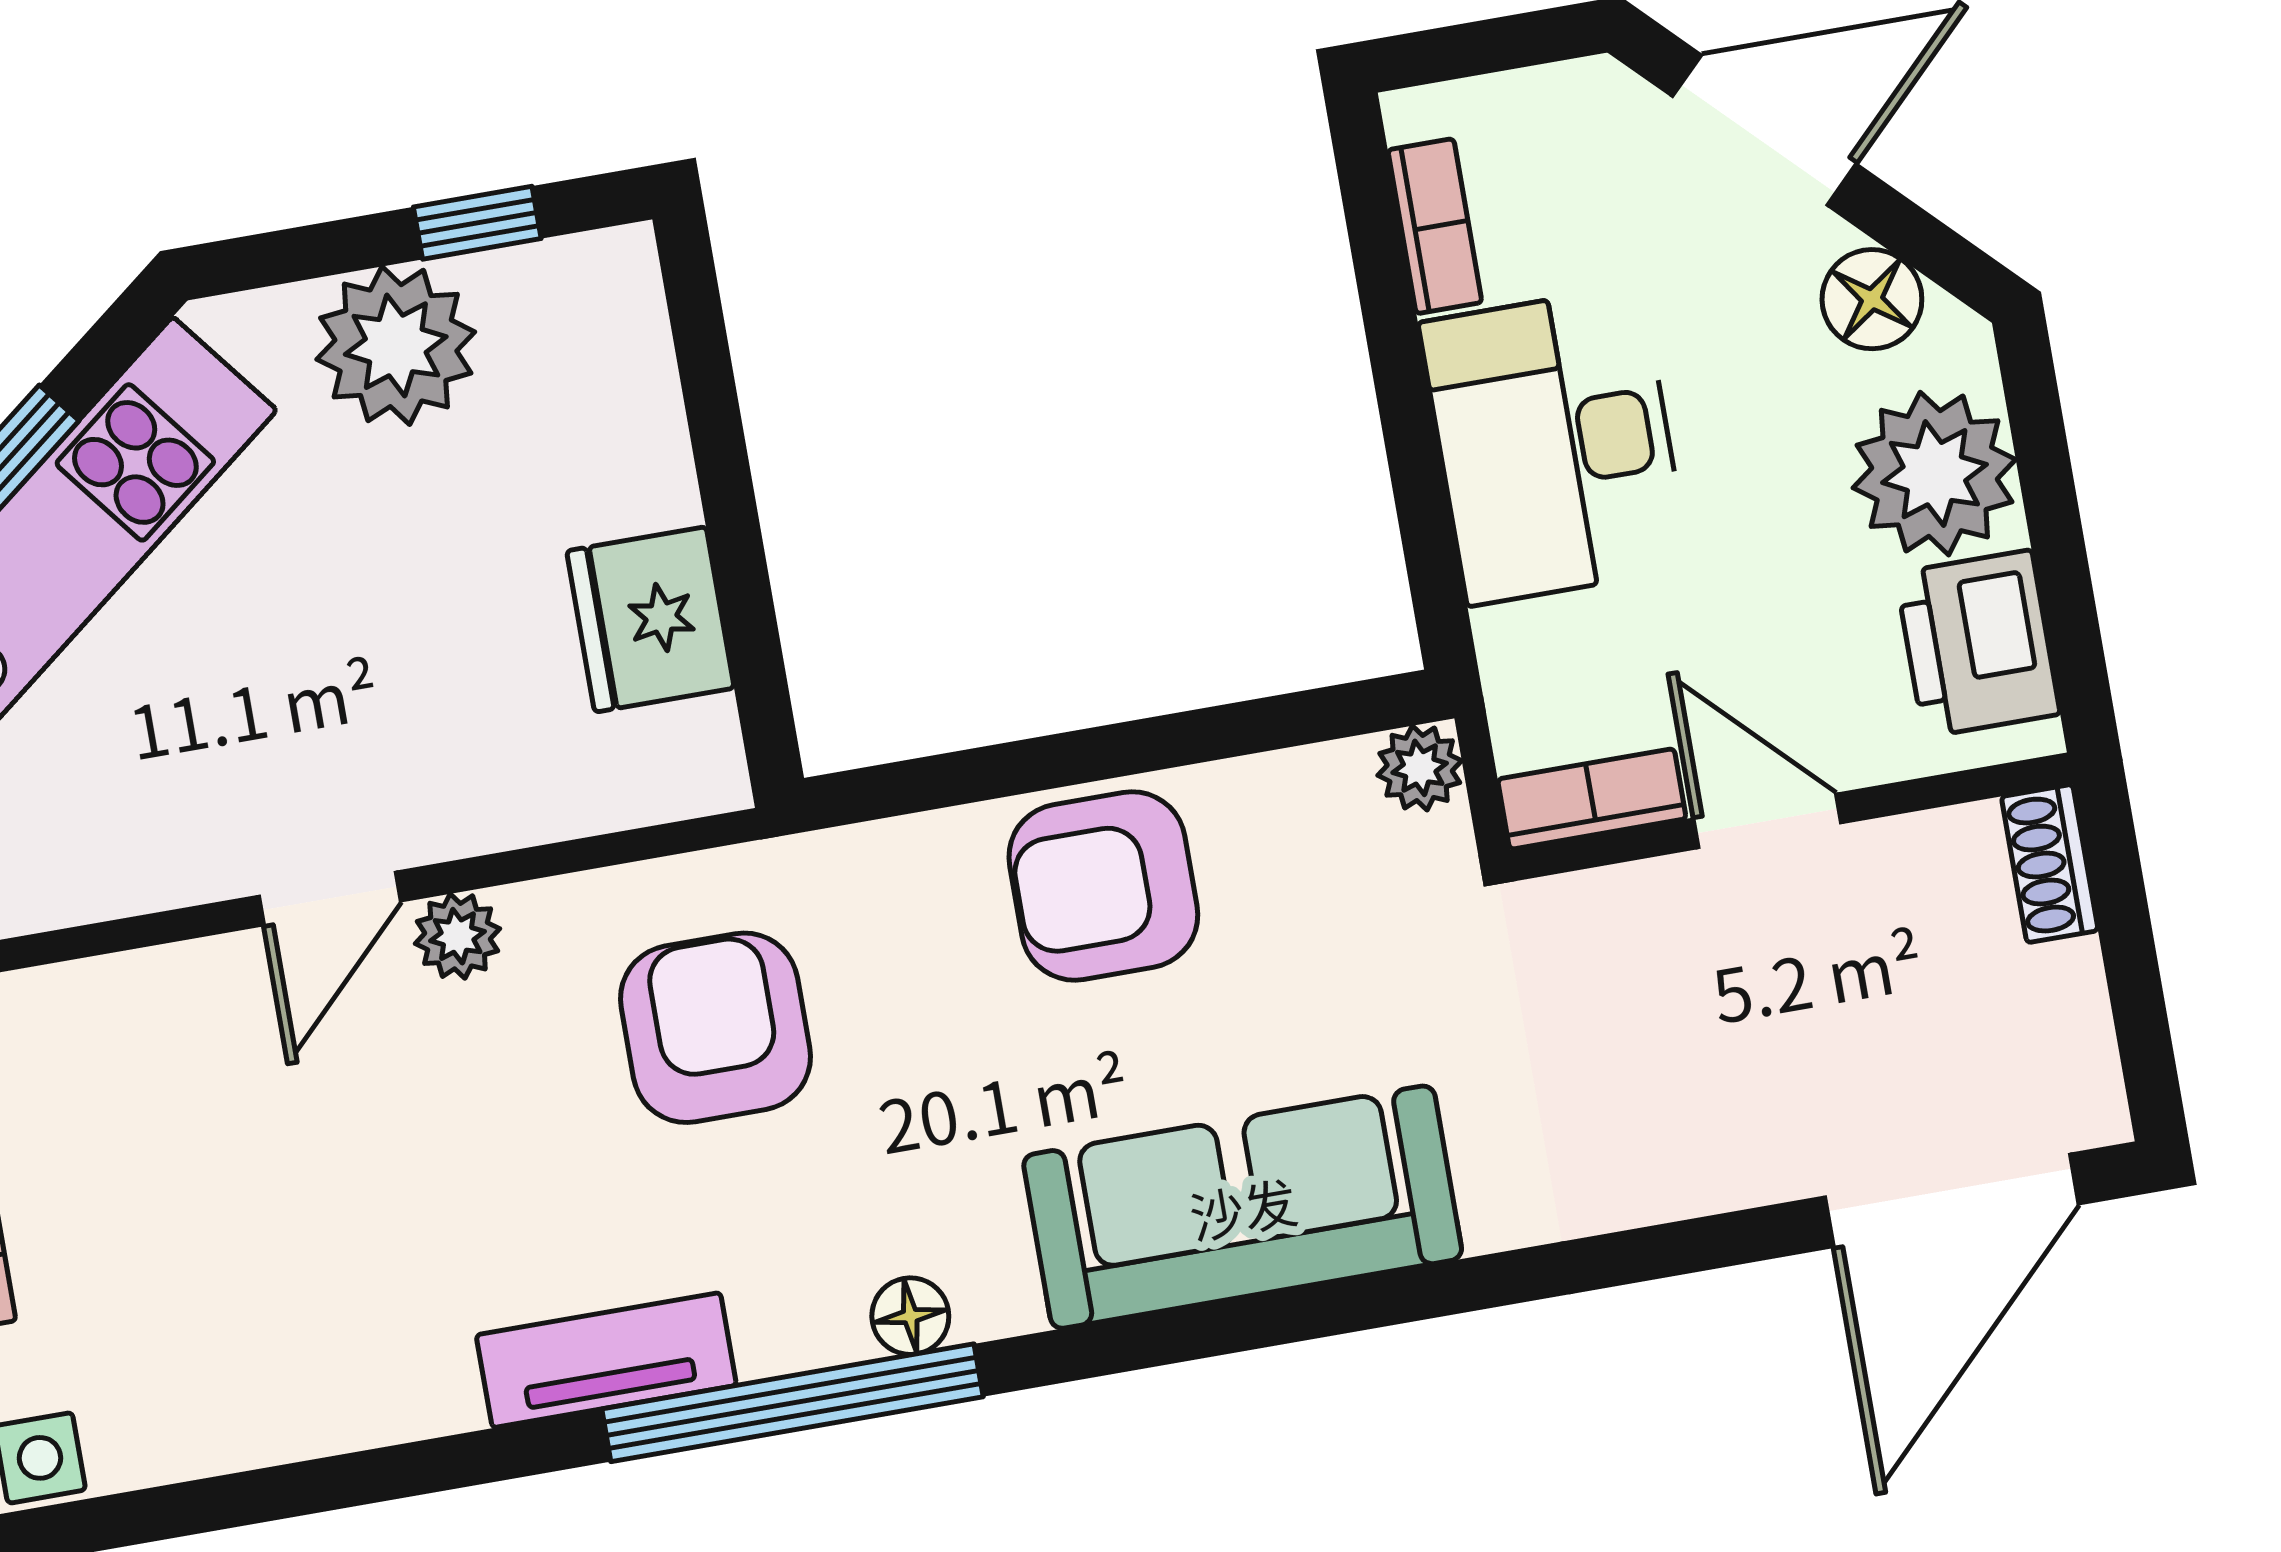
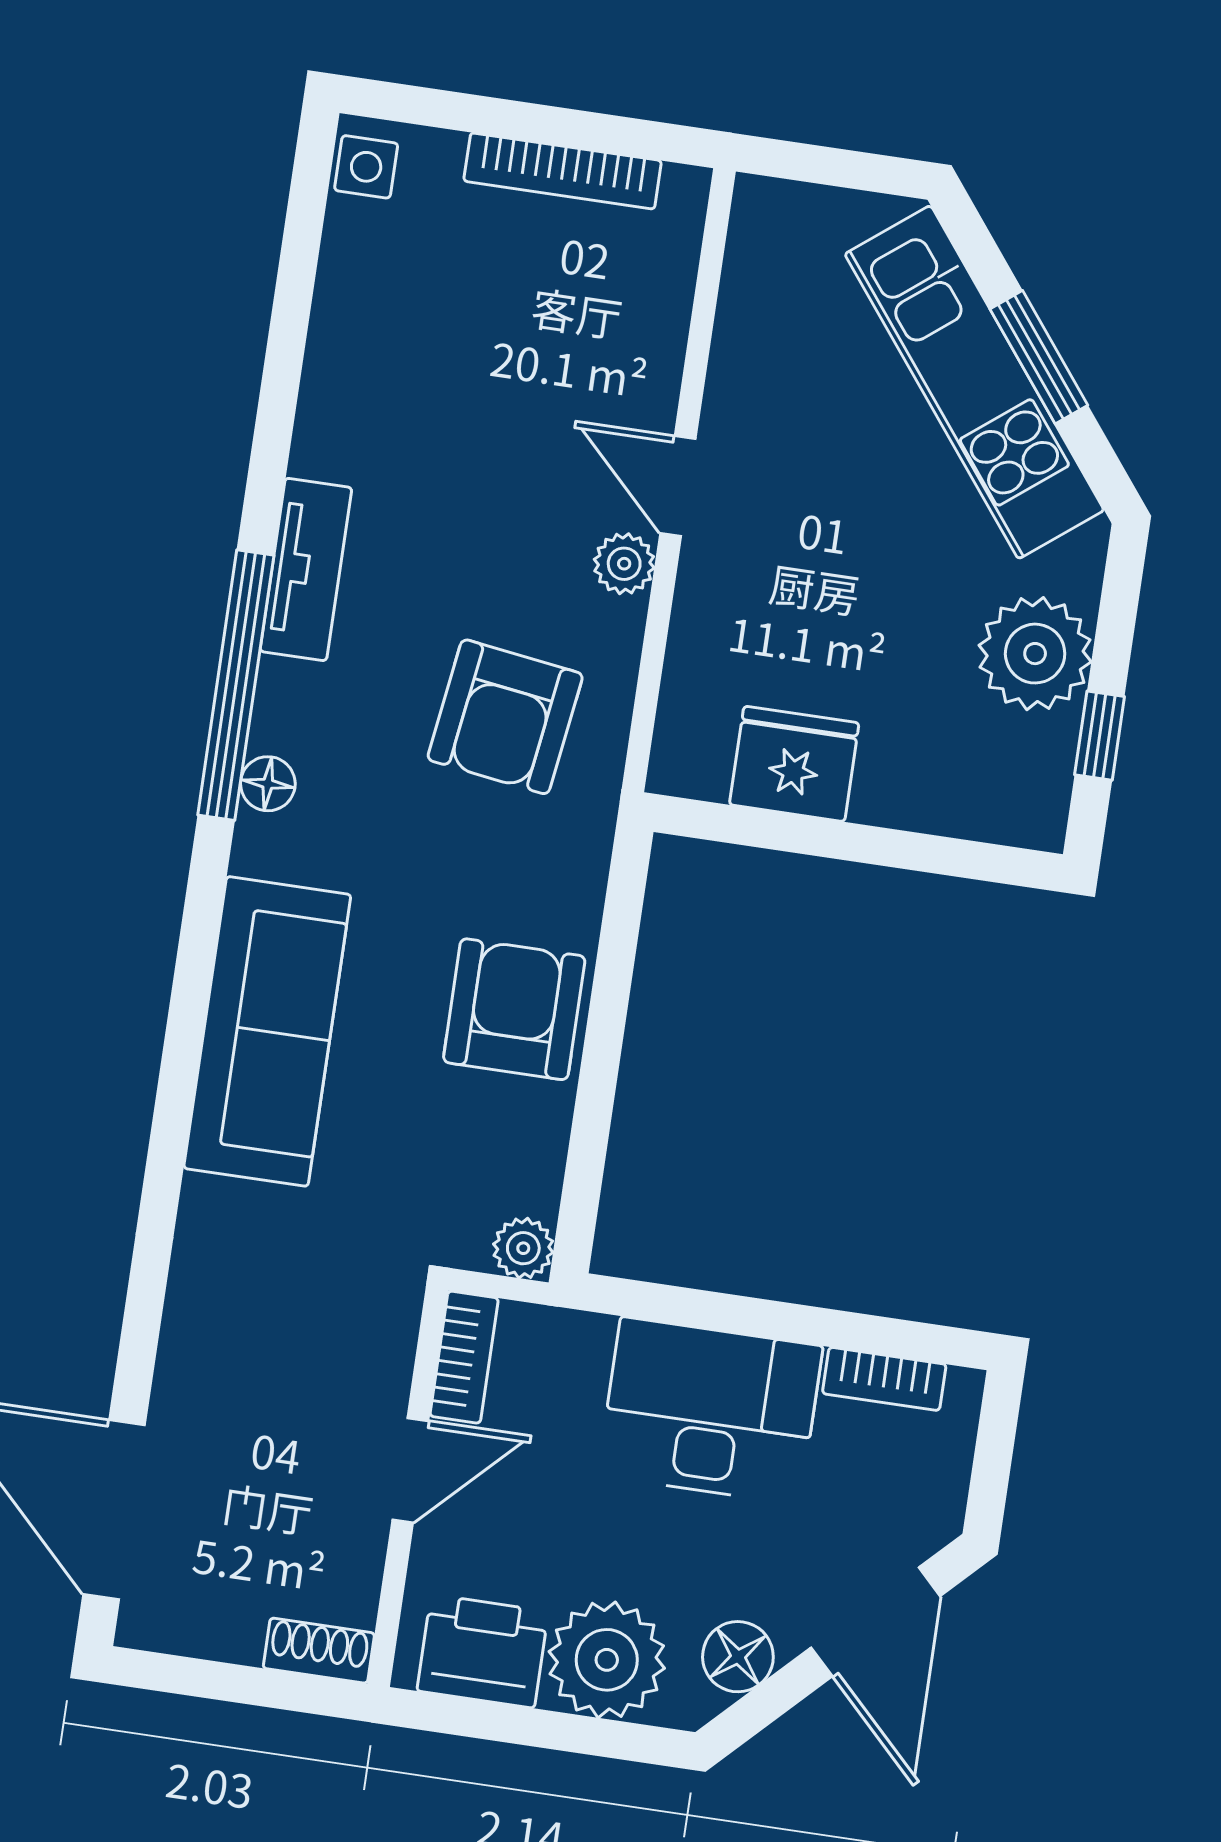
armchair: (715, 1028) -> (505, 717), turned 98

